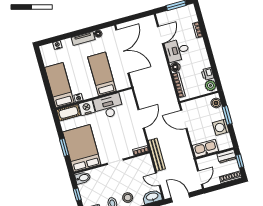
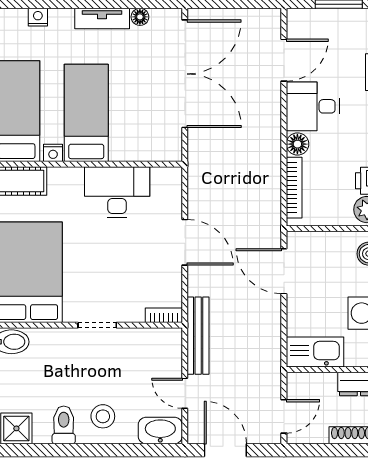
bed: (102, 74) -> (86, 113), moved
nightstand: (87, 108) -> (66, 182), removed
door: (141, 119) -> (185, 242), hinge flipped

